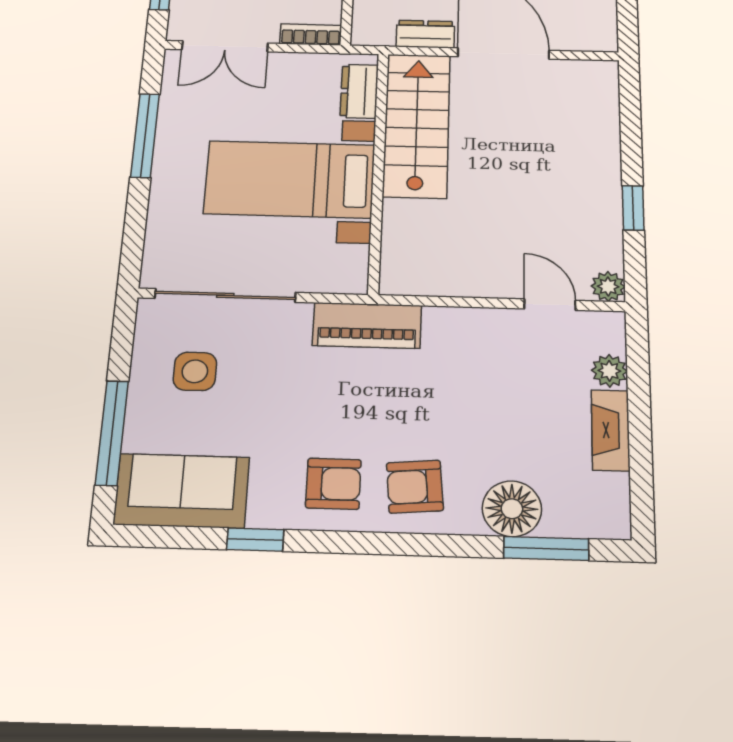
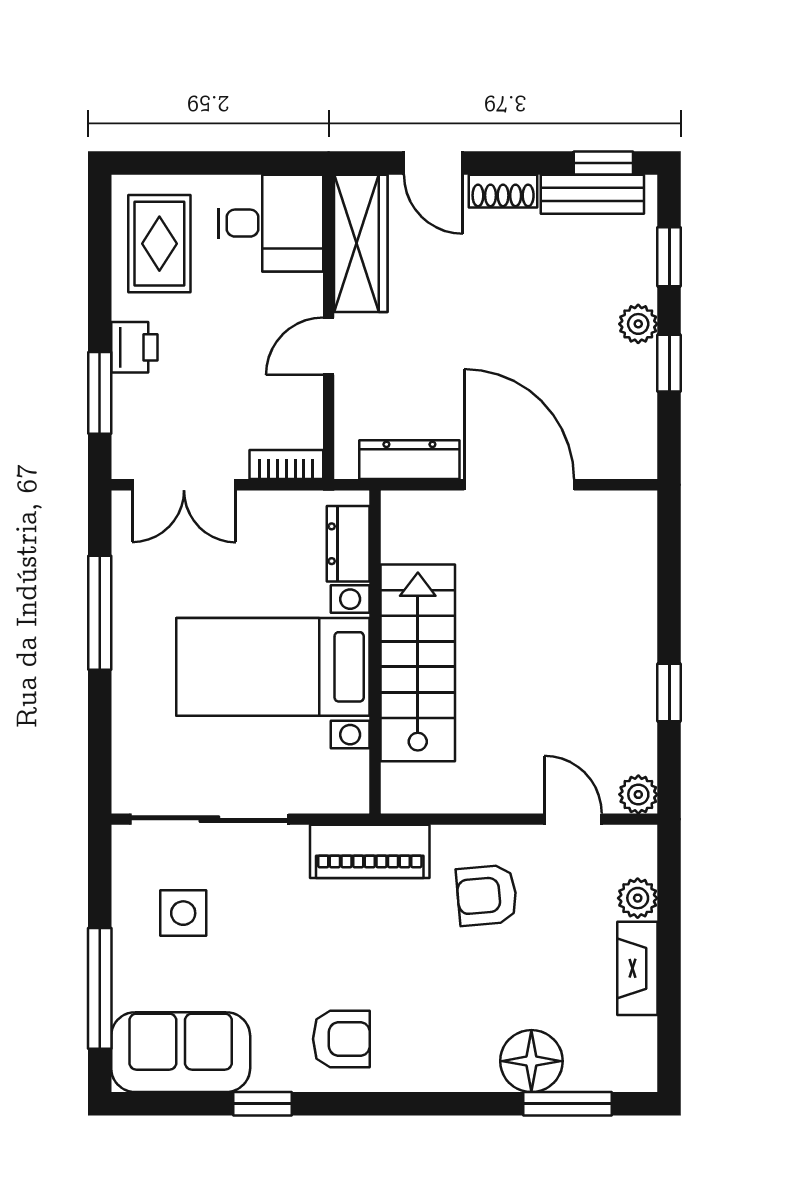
dresser: (425, 34) -> (409, 460), width x1.44
stairs: (417, 125) -> (418, 663), moved
armchair: (415, 487) -> (487, 895), moved

